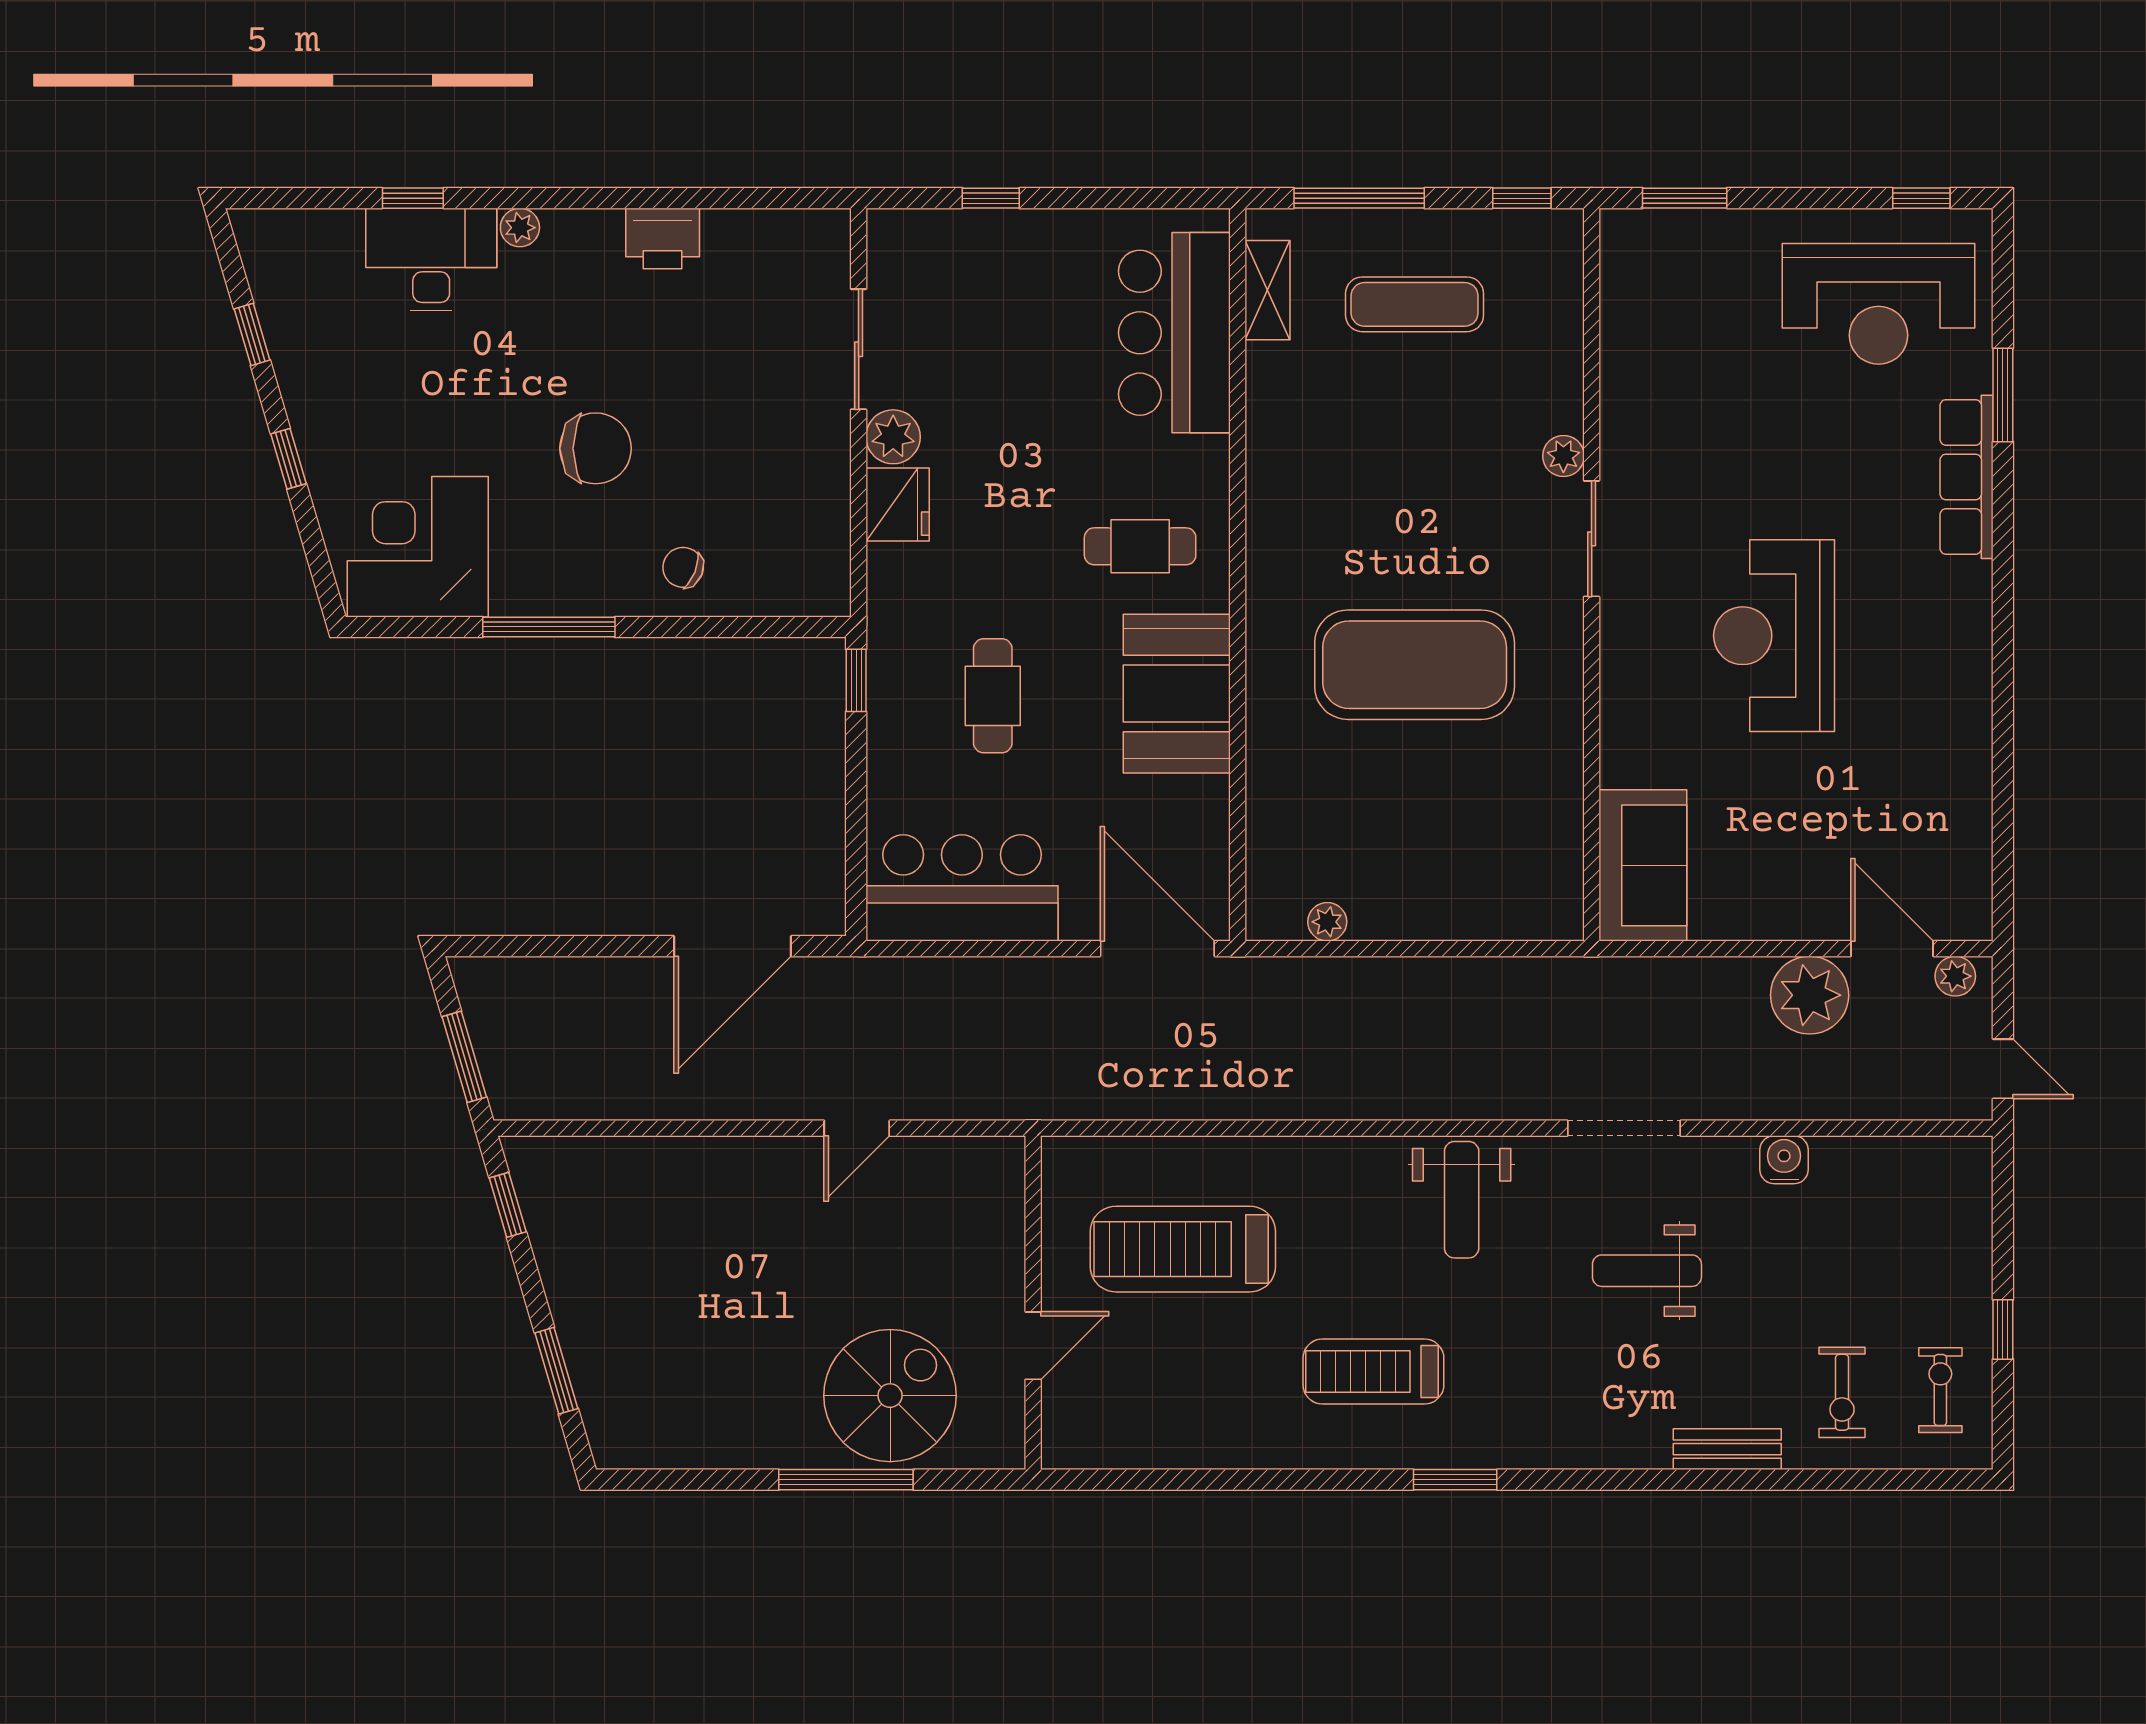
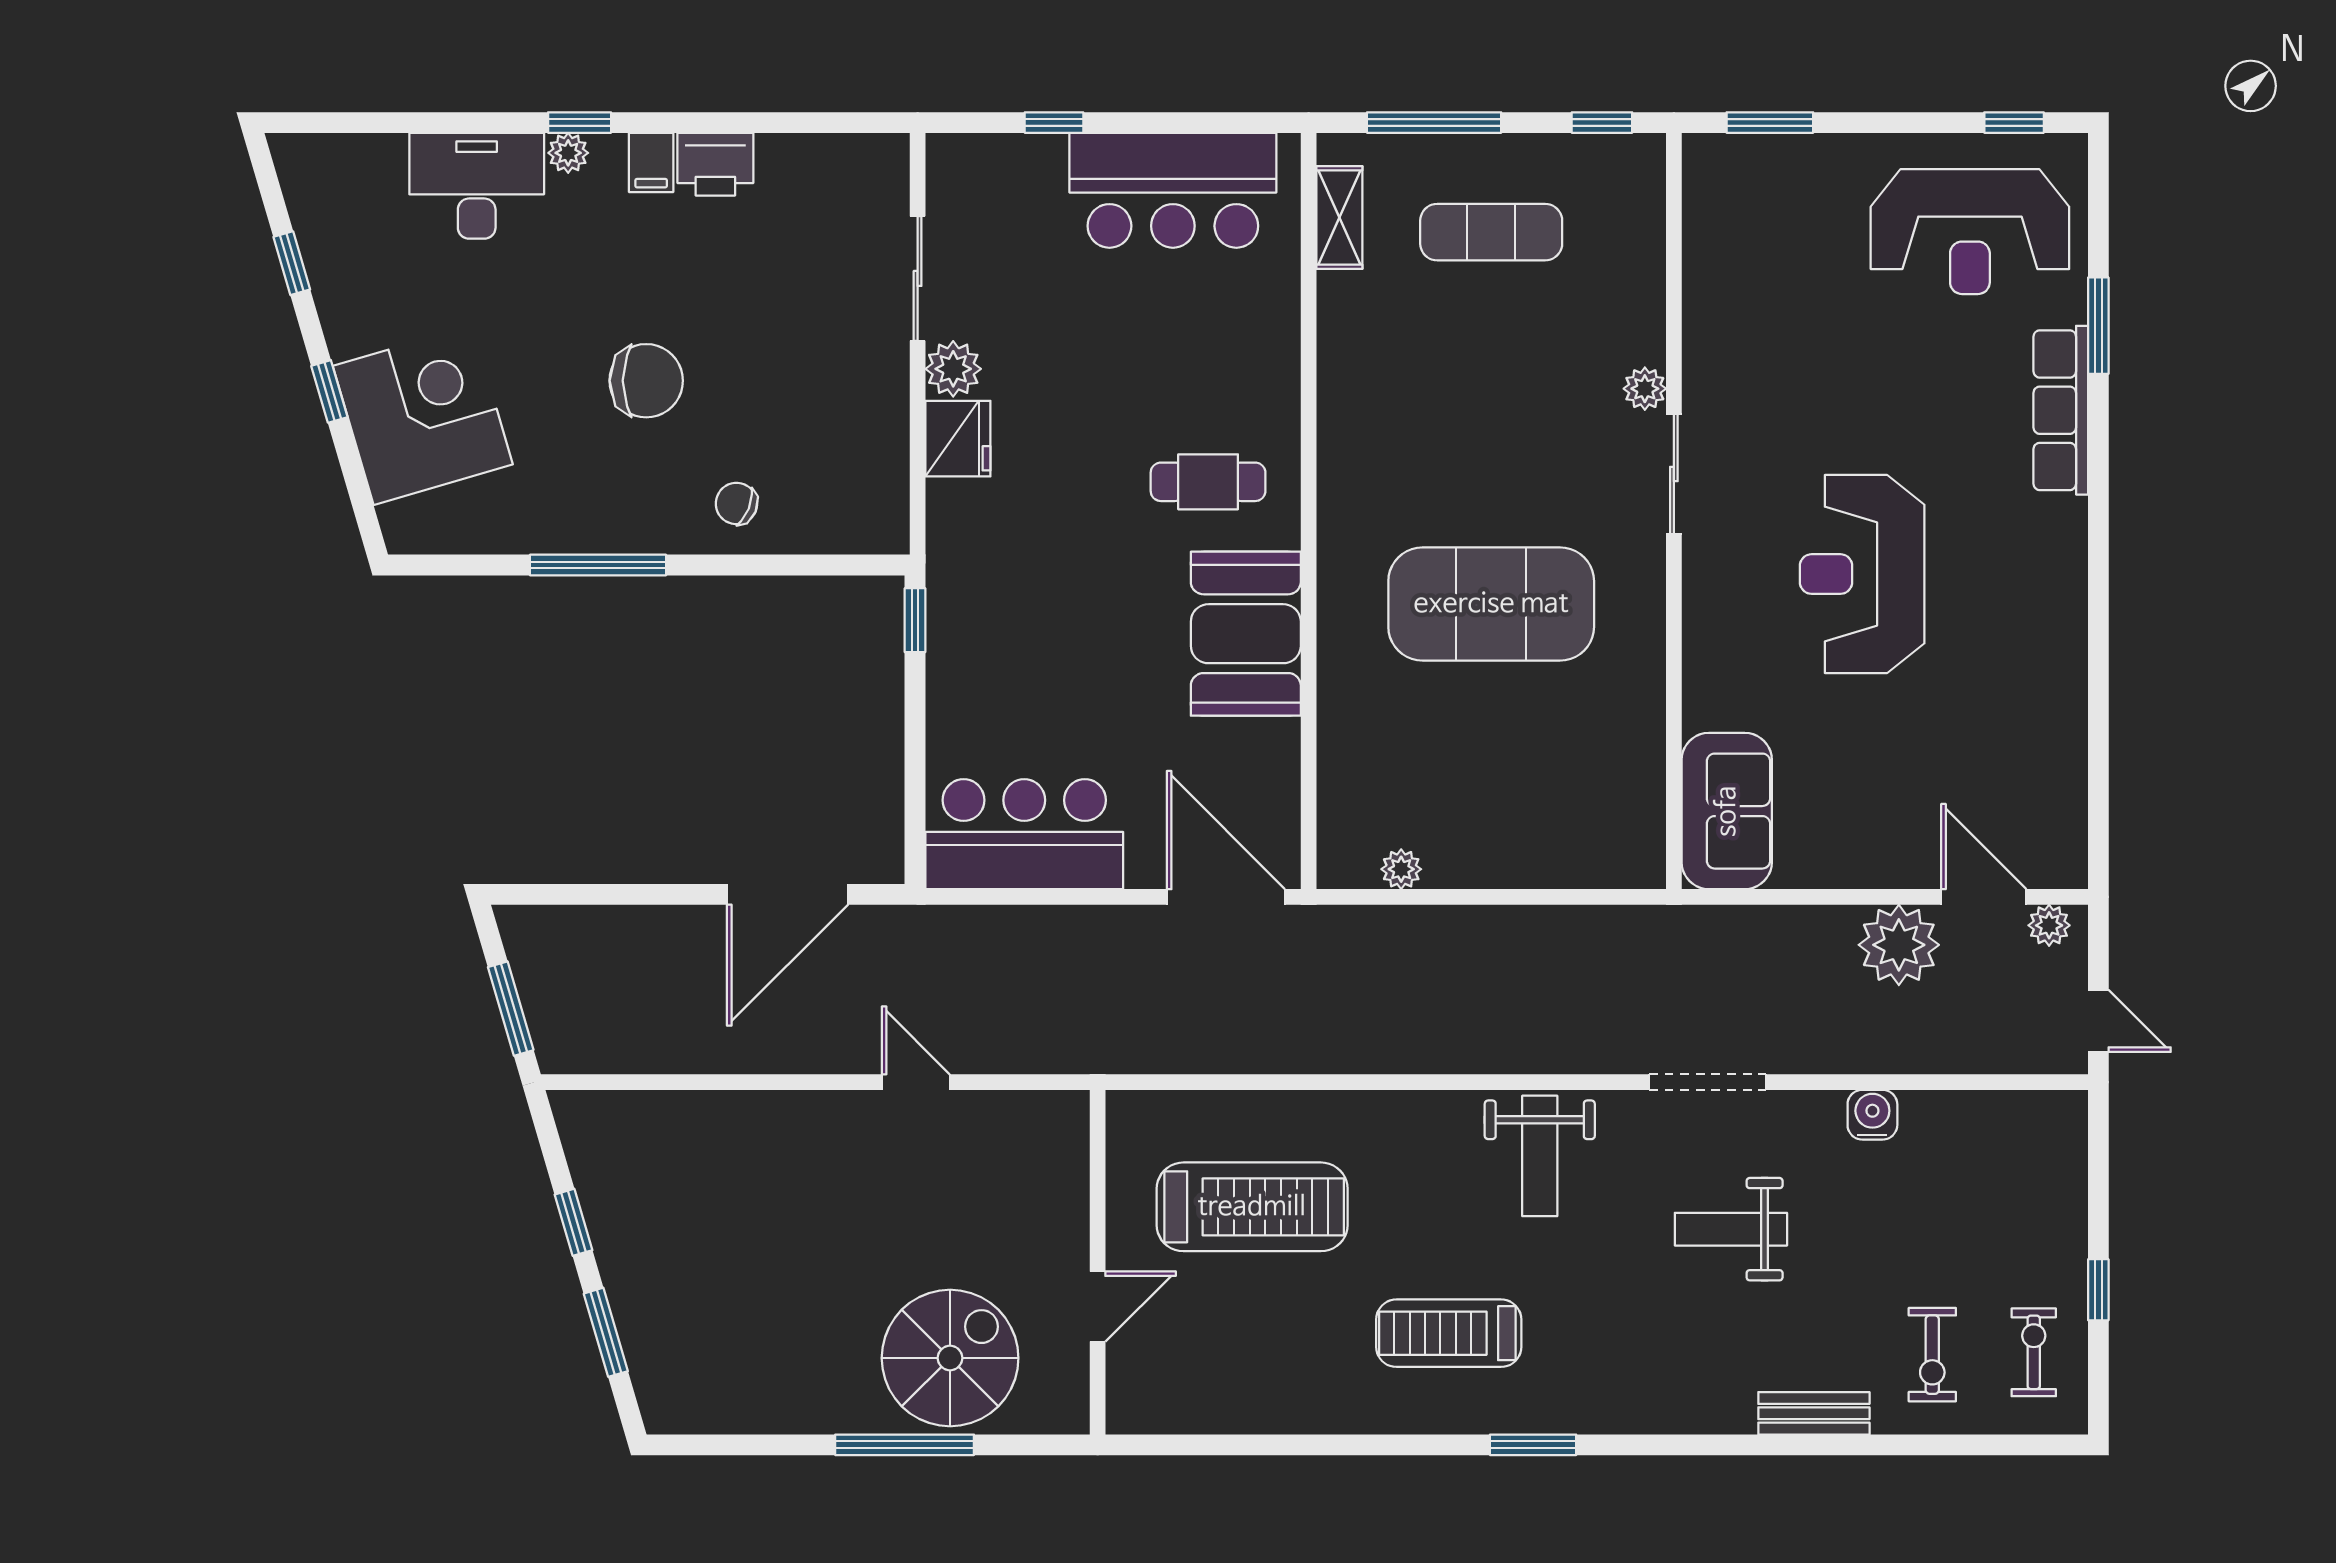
window: (413, 198) -> (580, 123), moved
filing cabinet: (600, 237) -> (651, 162), added
bar counter: (1174, 333) -> (1173, 190), moved, turned -90
corner desk: (418, 547) -> (423, 415), moved, turned 74
cafe table: (993, 696) -> (1056, 636), removed
door: (857, 1128) -> (916, 1082), swing flipped
window: (508, 1205) -> (574, 1222), moved
treadmill: (1183, 1249) -> (1252, 1207), turned 180

